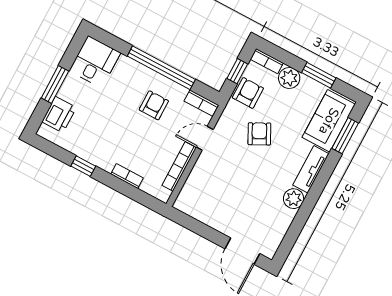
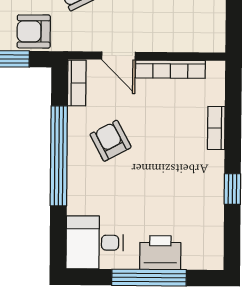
window: (55, 85) -> (149, 278), width x1.44
armchair: (154, 105) -> (111, 141), turned 62
printer: (59, 115) -> (160, 253), moved

